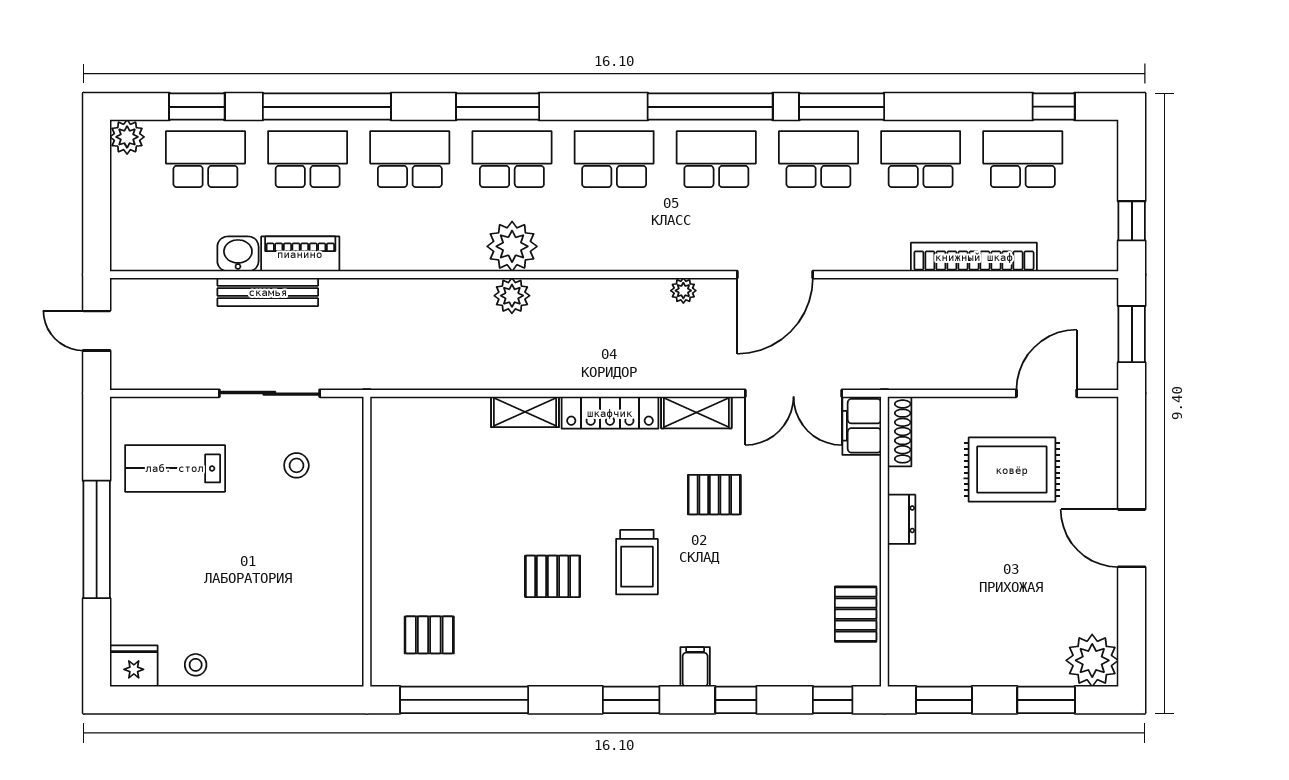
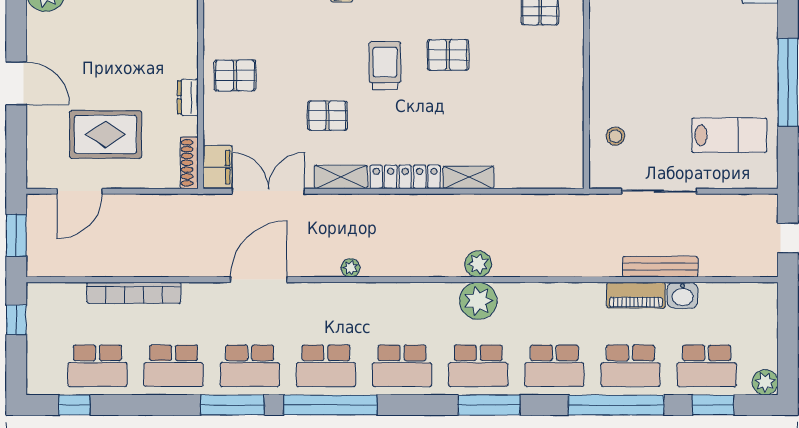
door: (775, 275) -> (259, 280), moved
stool: (296, 465) -> (615, 136), moved
pallet: (856, 614) -> (235, 75), moved, turned 90

